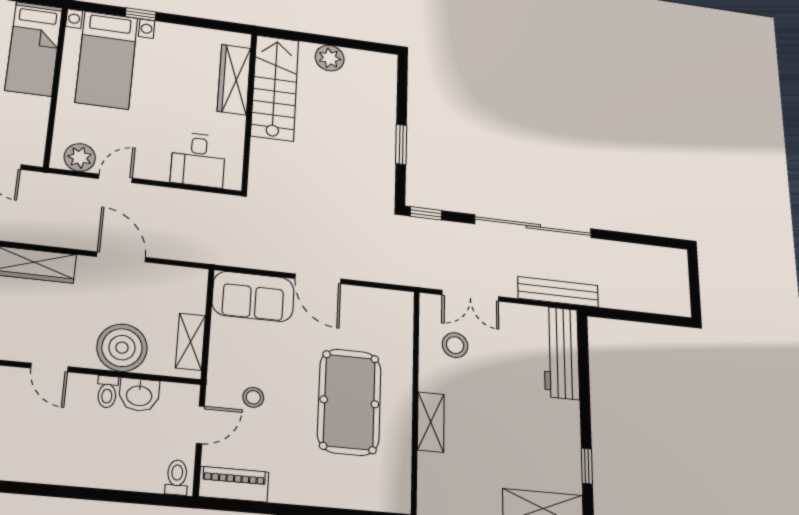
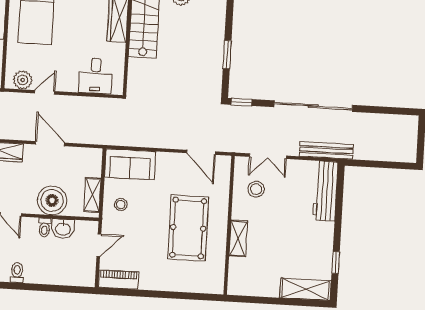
door: (318, 279) -> (201, 152), moved
stool: (253, 397) -> (121, 204), moved
toilet: (177, 477) -> (17, 273), moved

